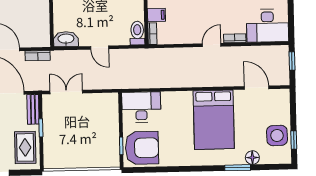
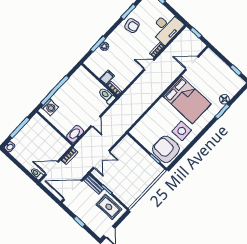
door: (212, 45) -> (149, 65), hinge flipped
door: (100, 48) -> (96, 121), hinge flipped
double door: (66, 92) -> (101, 160), swing flipped
desk: (141, 107) -> (145, 130), removed
side table: (277, 136) -> (182, 131), moved
armchair: (142, 148) -> (166, 149), turned -90

